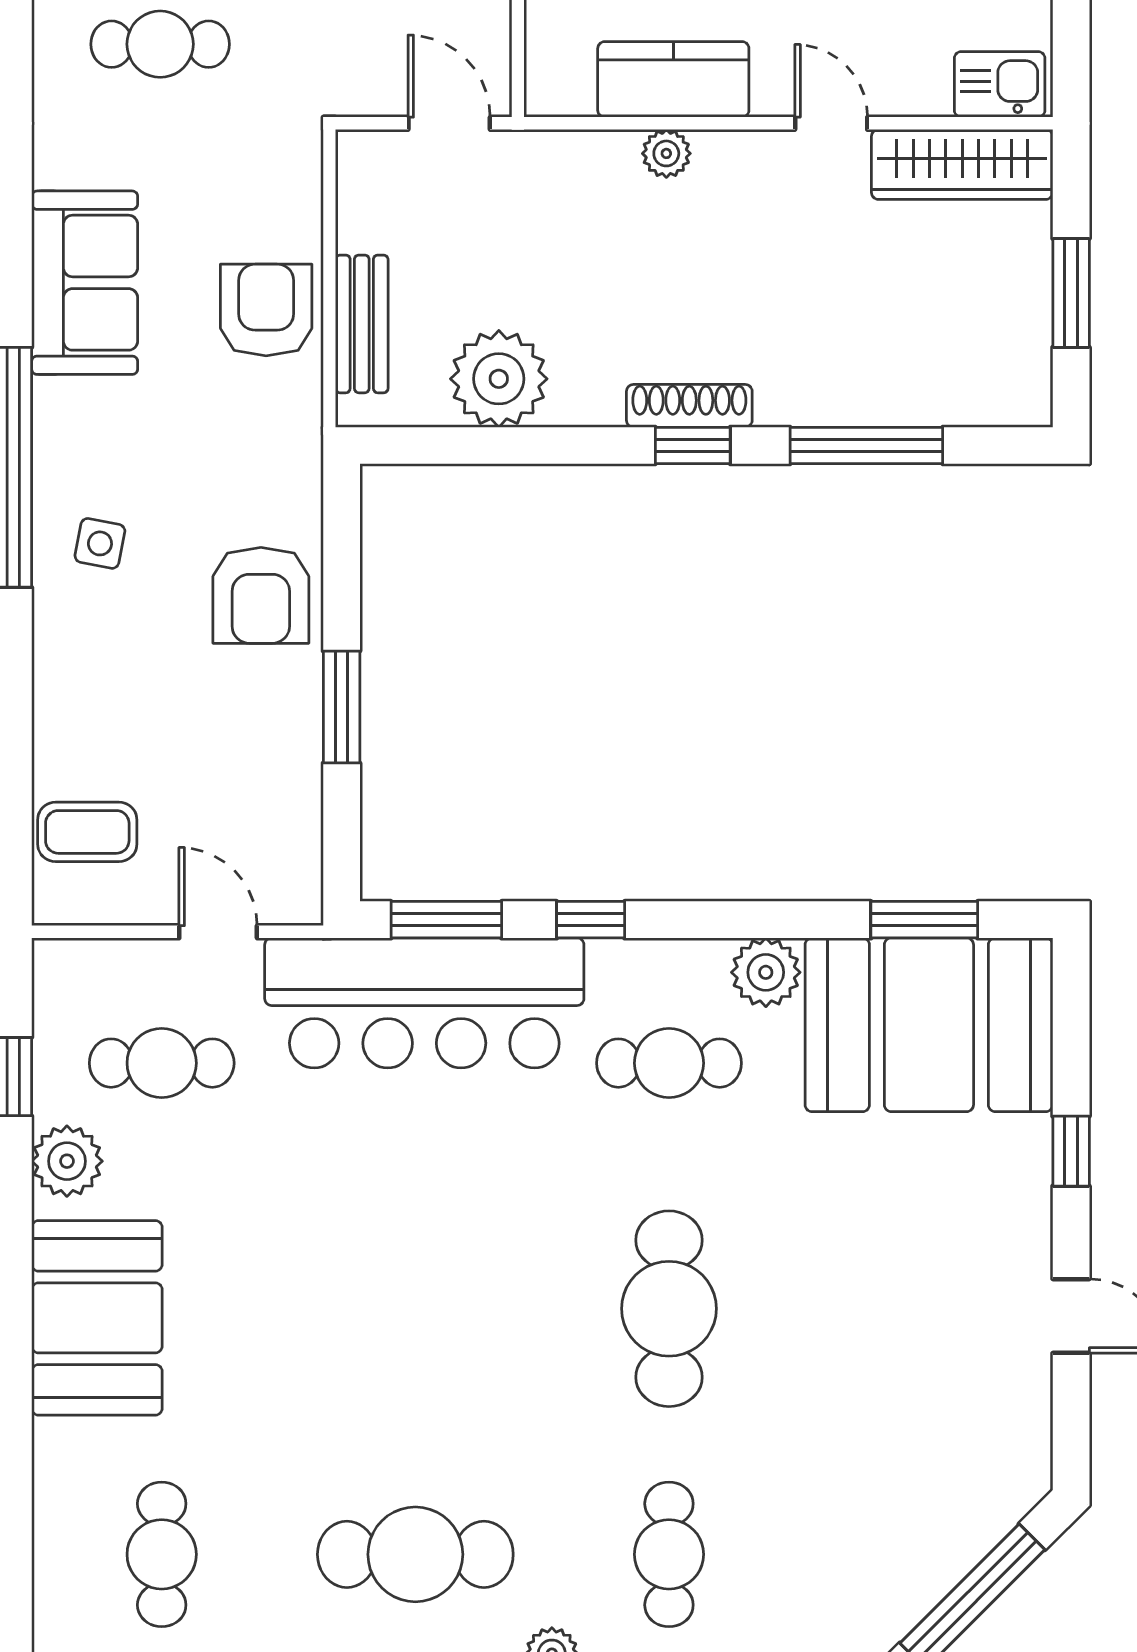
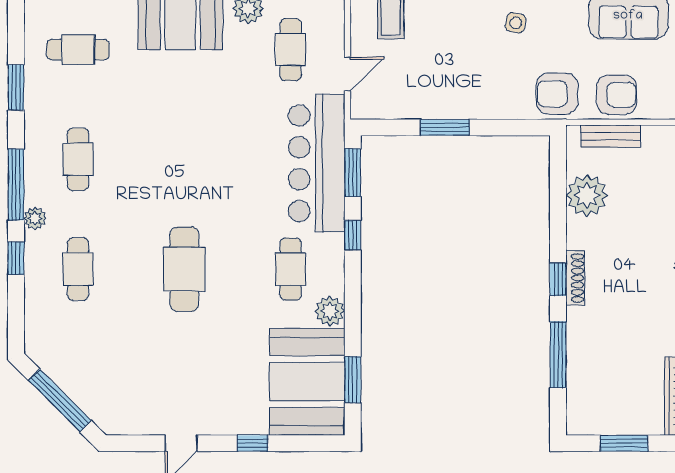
armchair: (261, 595) -> (557, 94), moved
cafe table: (669, 1309) -> (184, 269), turned 90
cafe table: (415, 1554) -> (78, 159), width x0.73, depth x0.74
cafe table: (669, 1554) -> (78, 269), turned 90

